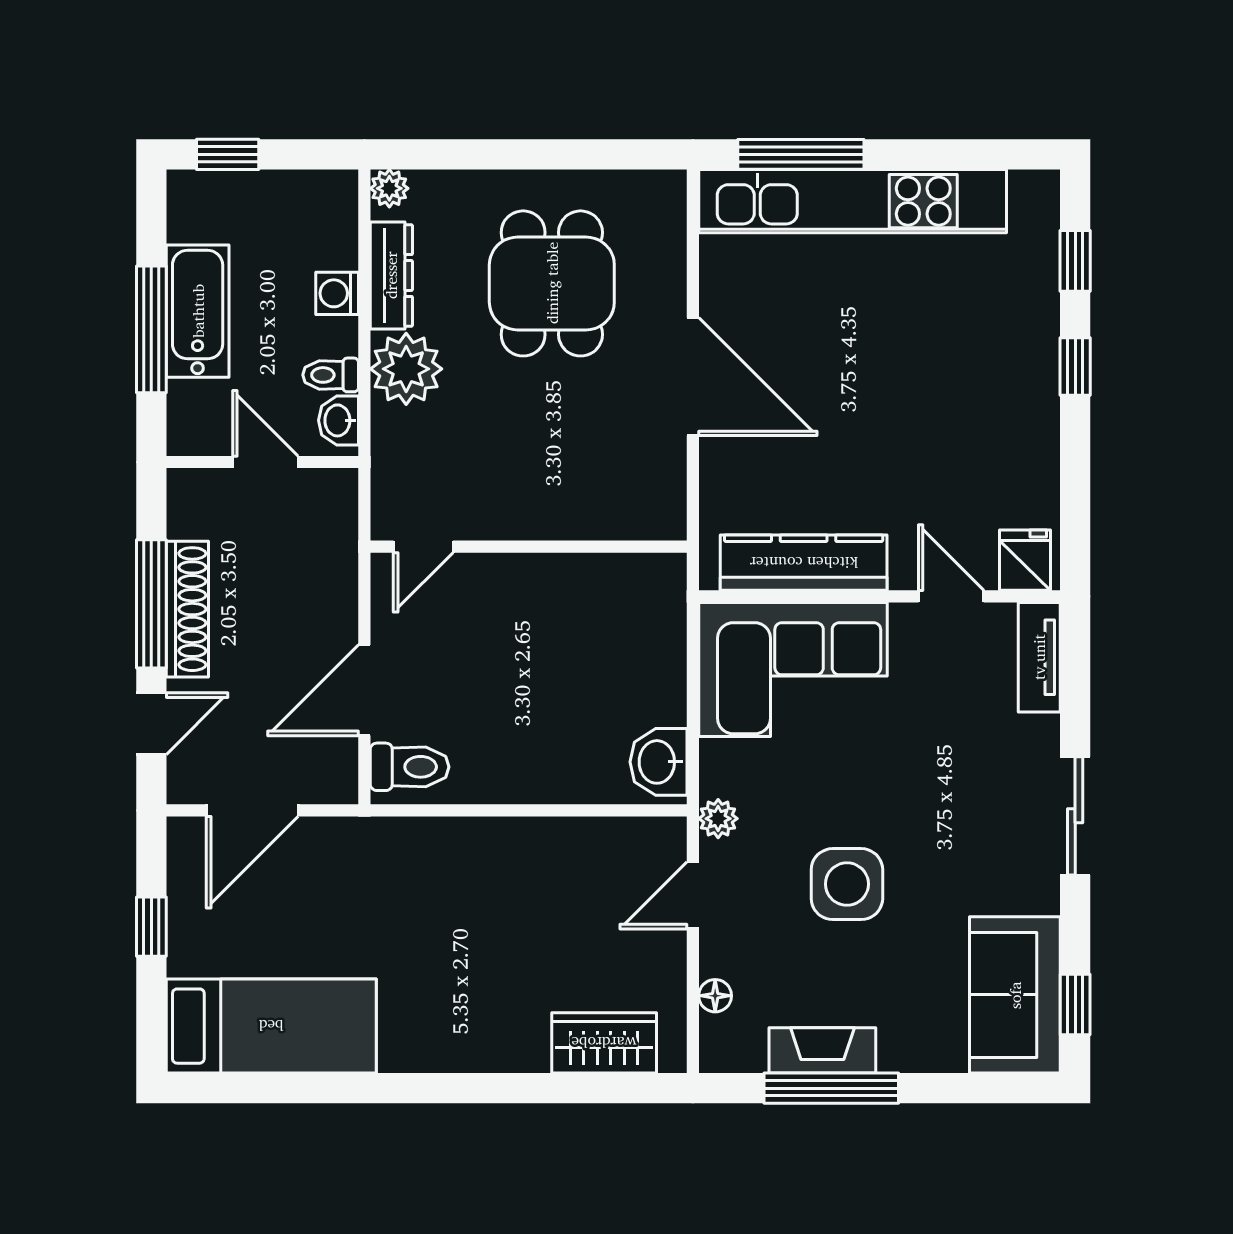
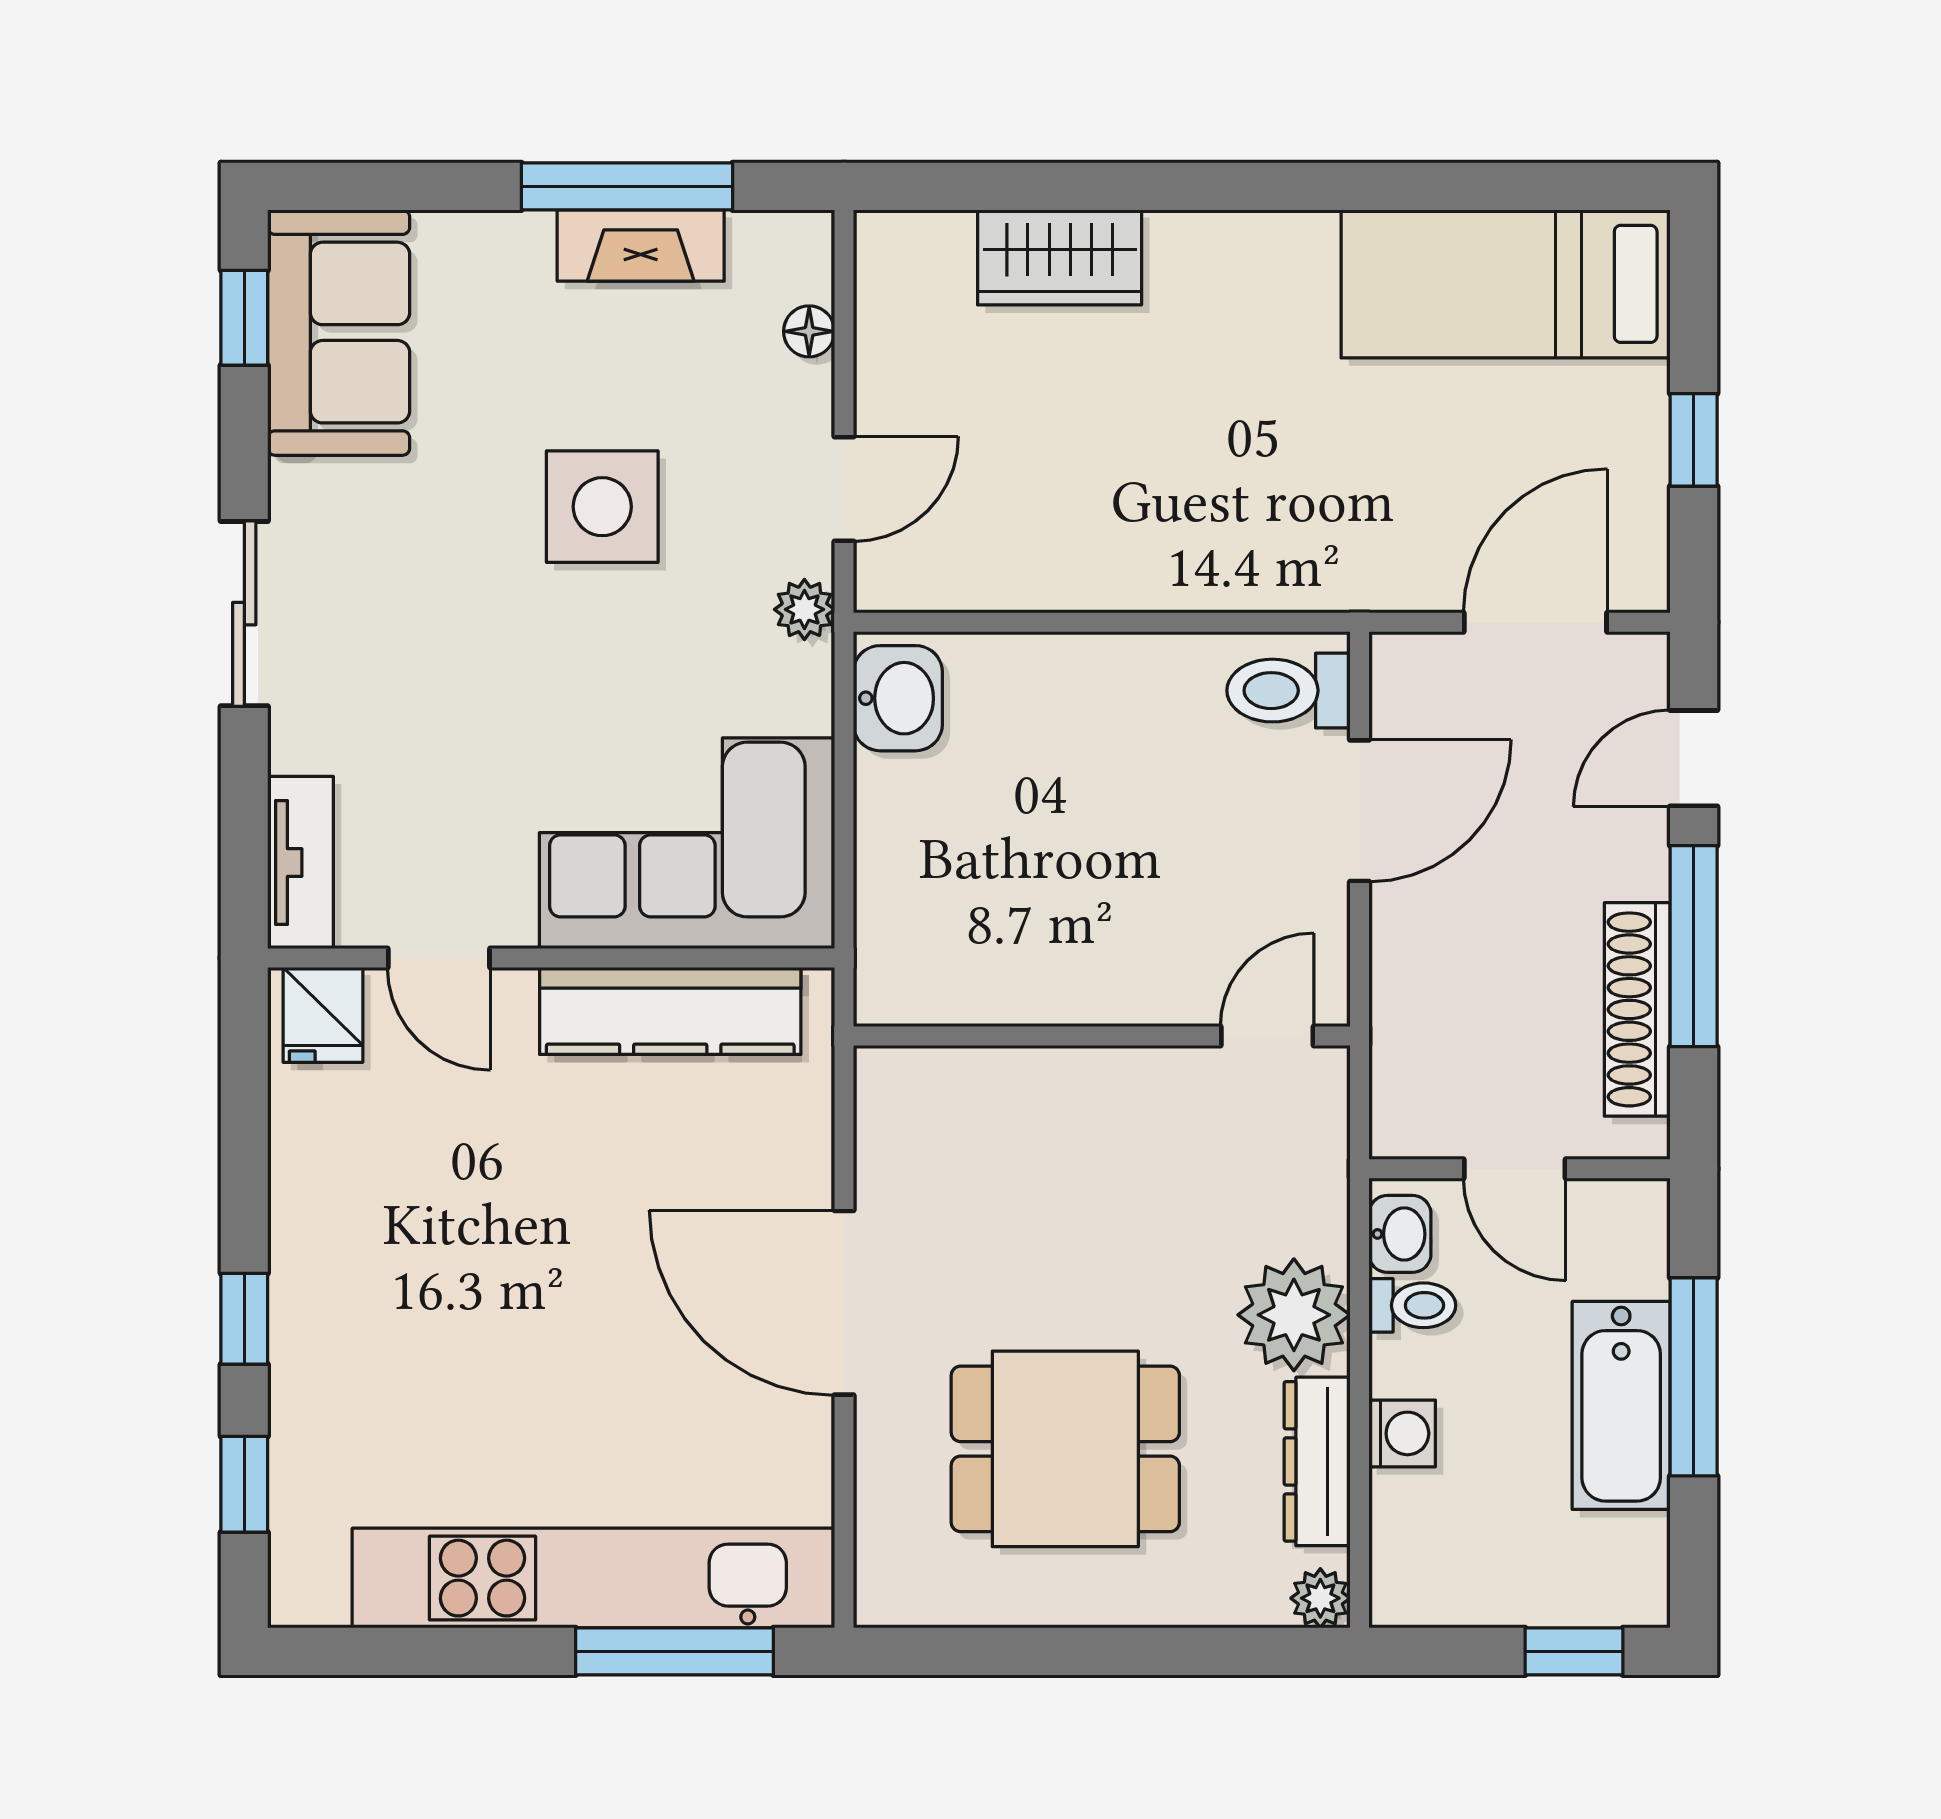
dining table: (552, 283) -> (1065, 1449), turned 90
shoe rack: (187, 609) -> (1637, 1009), moved
wardrobe: (604, 1043) -> (1060, 257), moved

